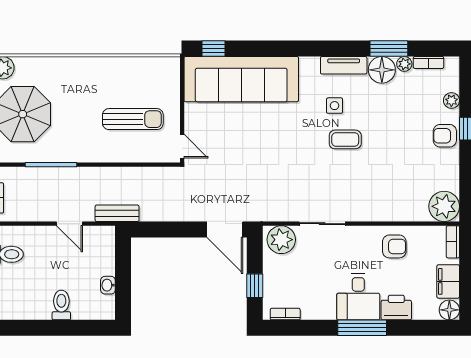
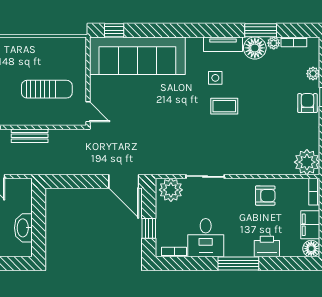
armchair: (445, 136) -> (307, 103), turned 90
bench: (117, 213) -> (30, 136), moved
washbasin: (108, 285) -> (23, 228), width x1.91, depth x1.45
desk: (358, 297) -> (206, 238), moved

